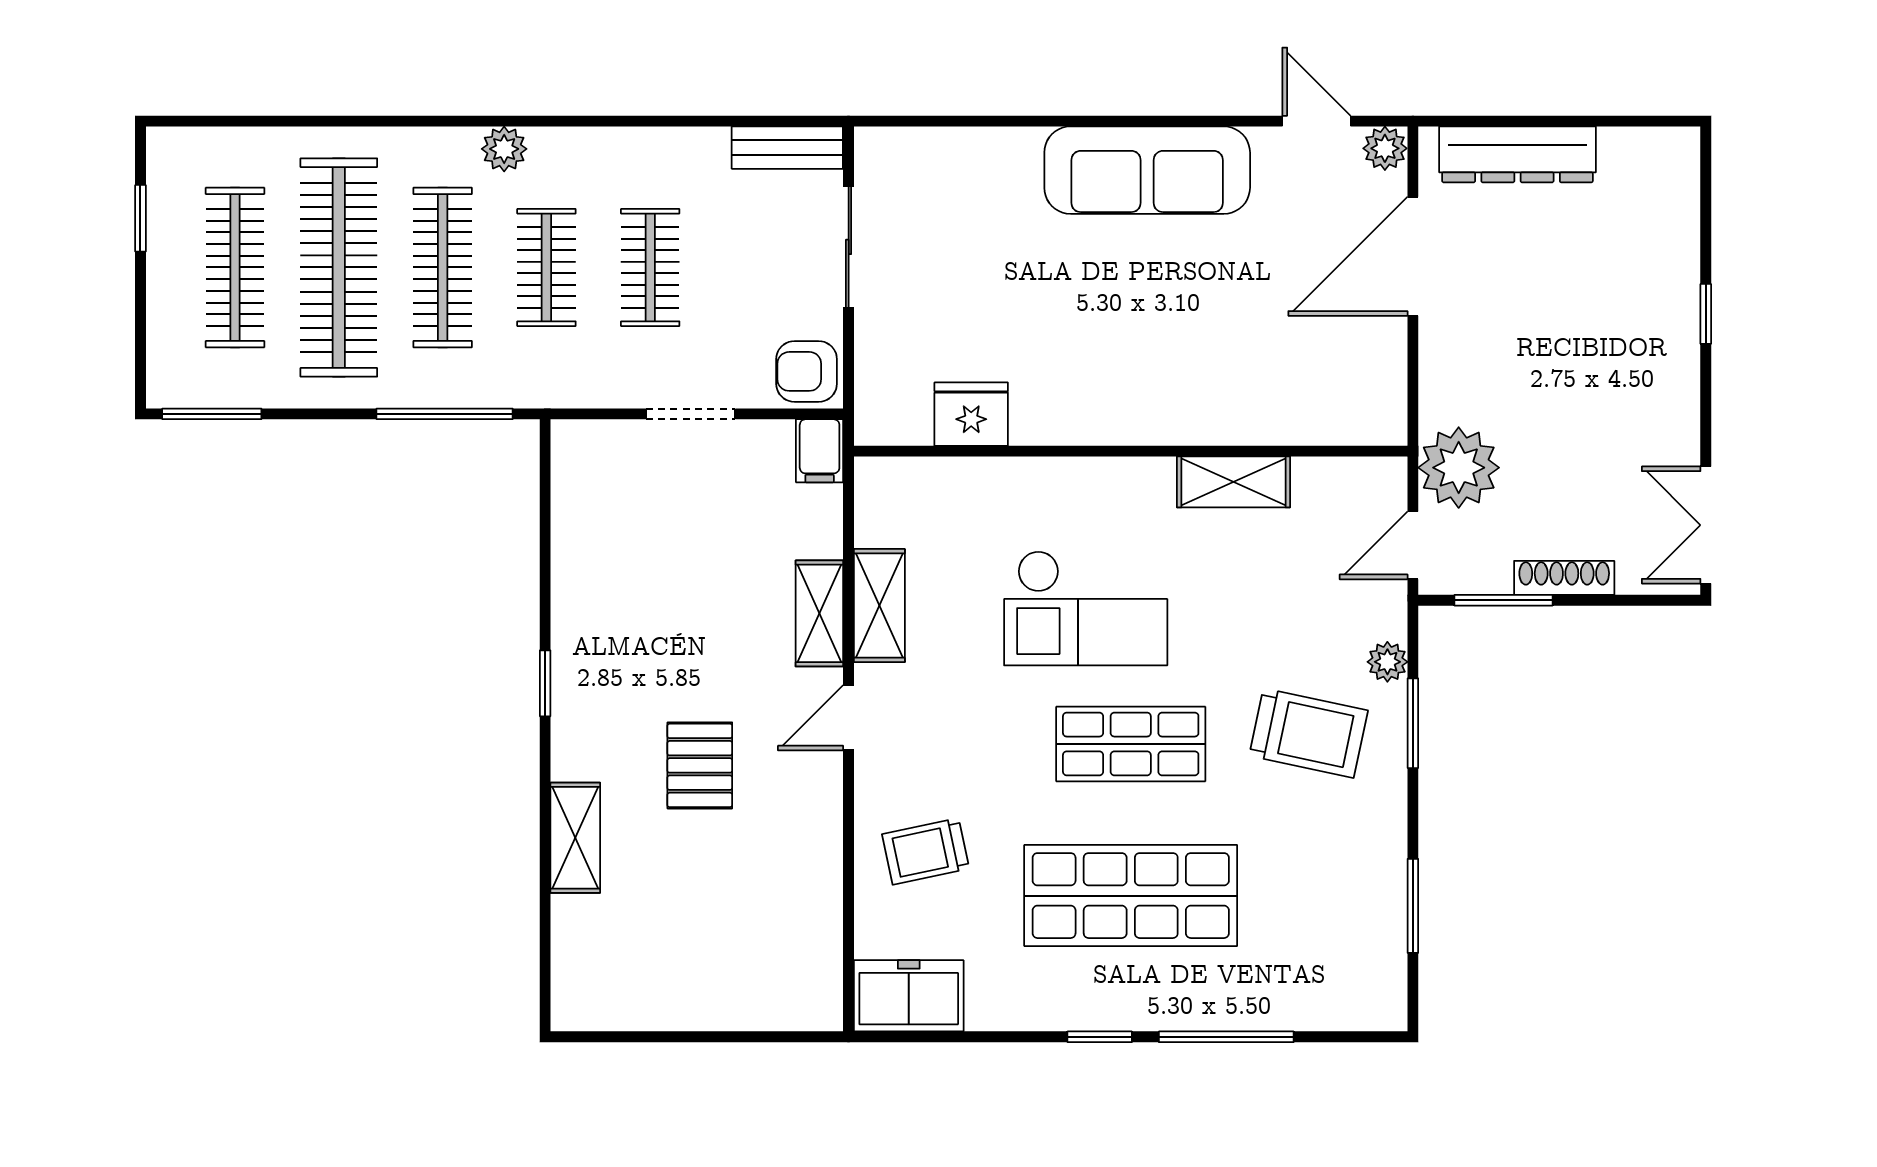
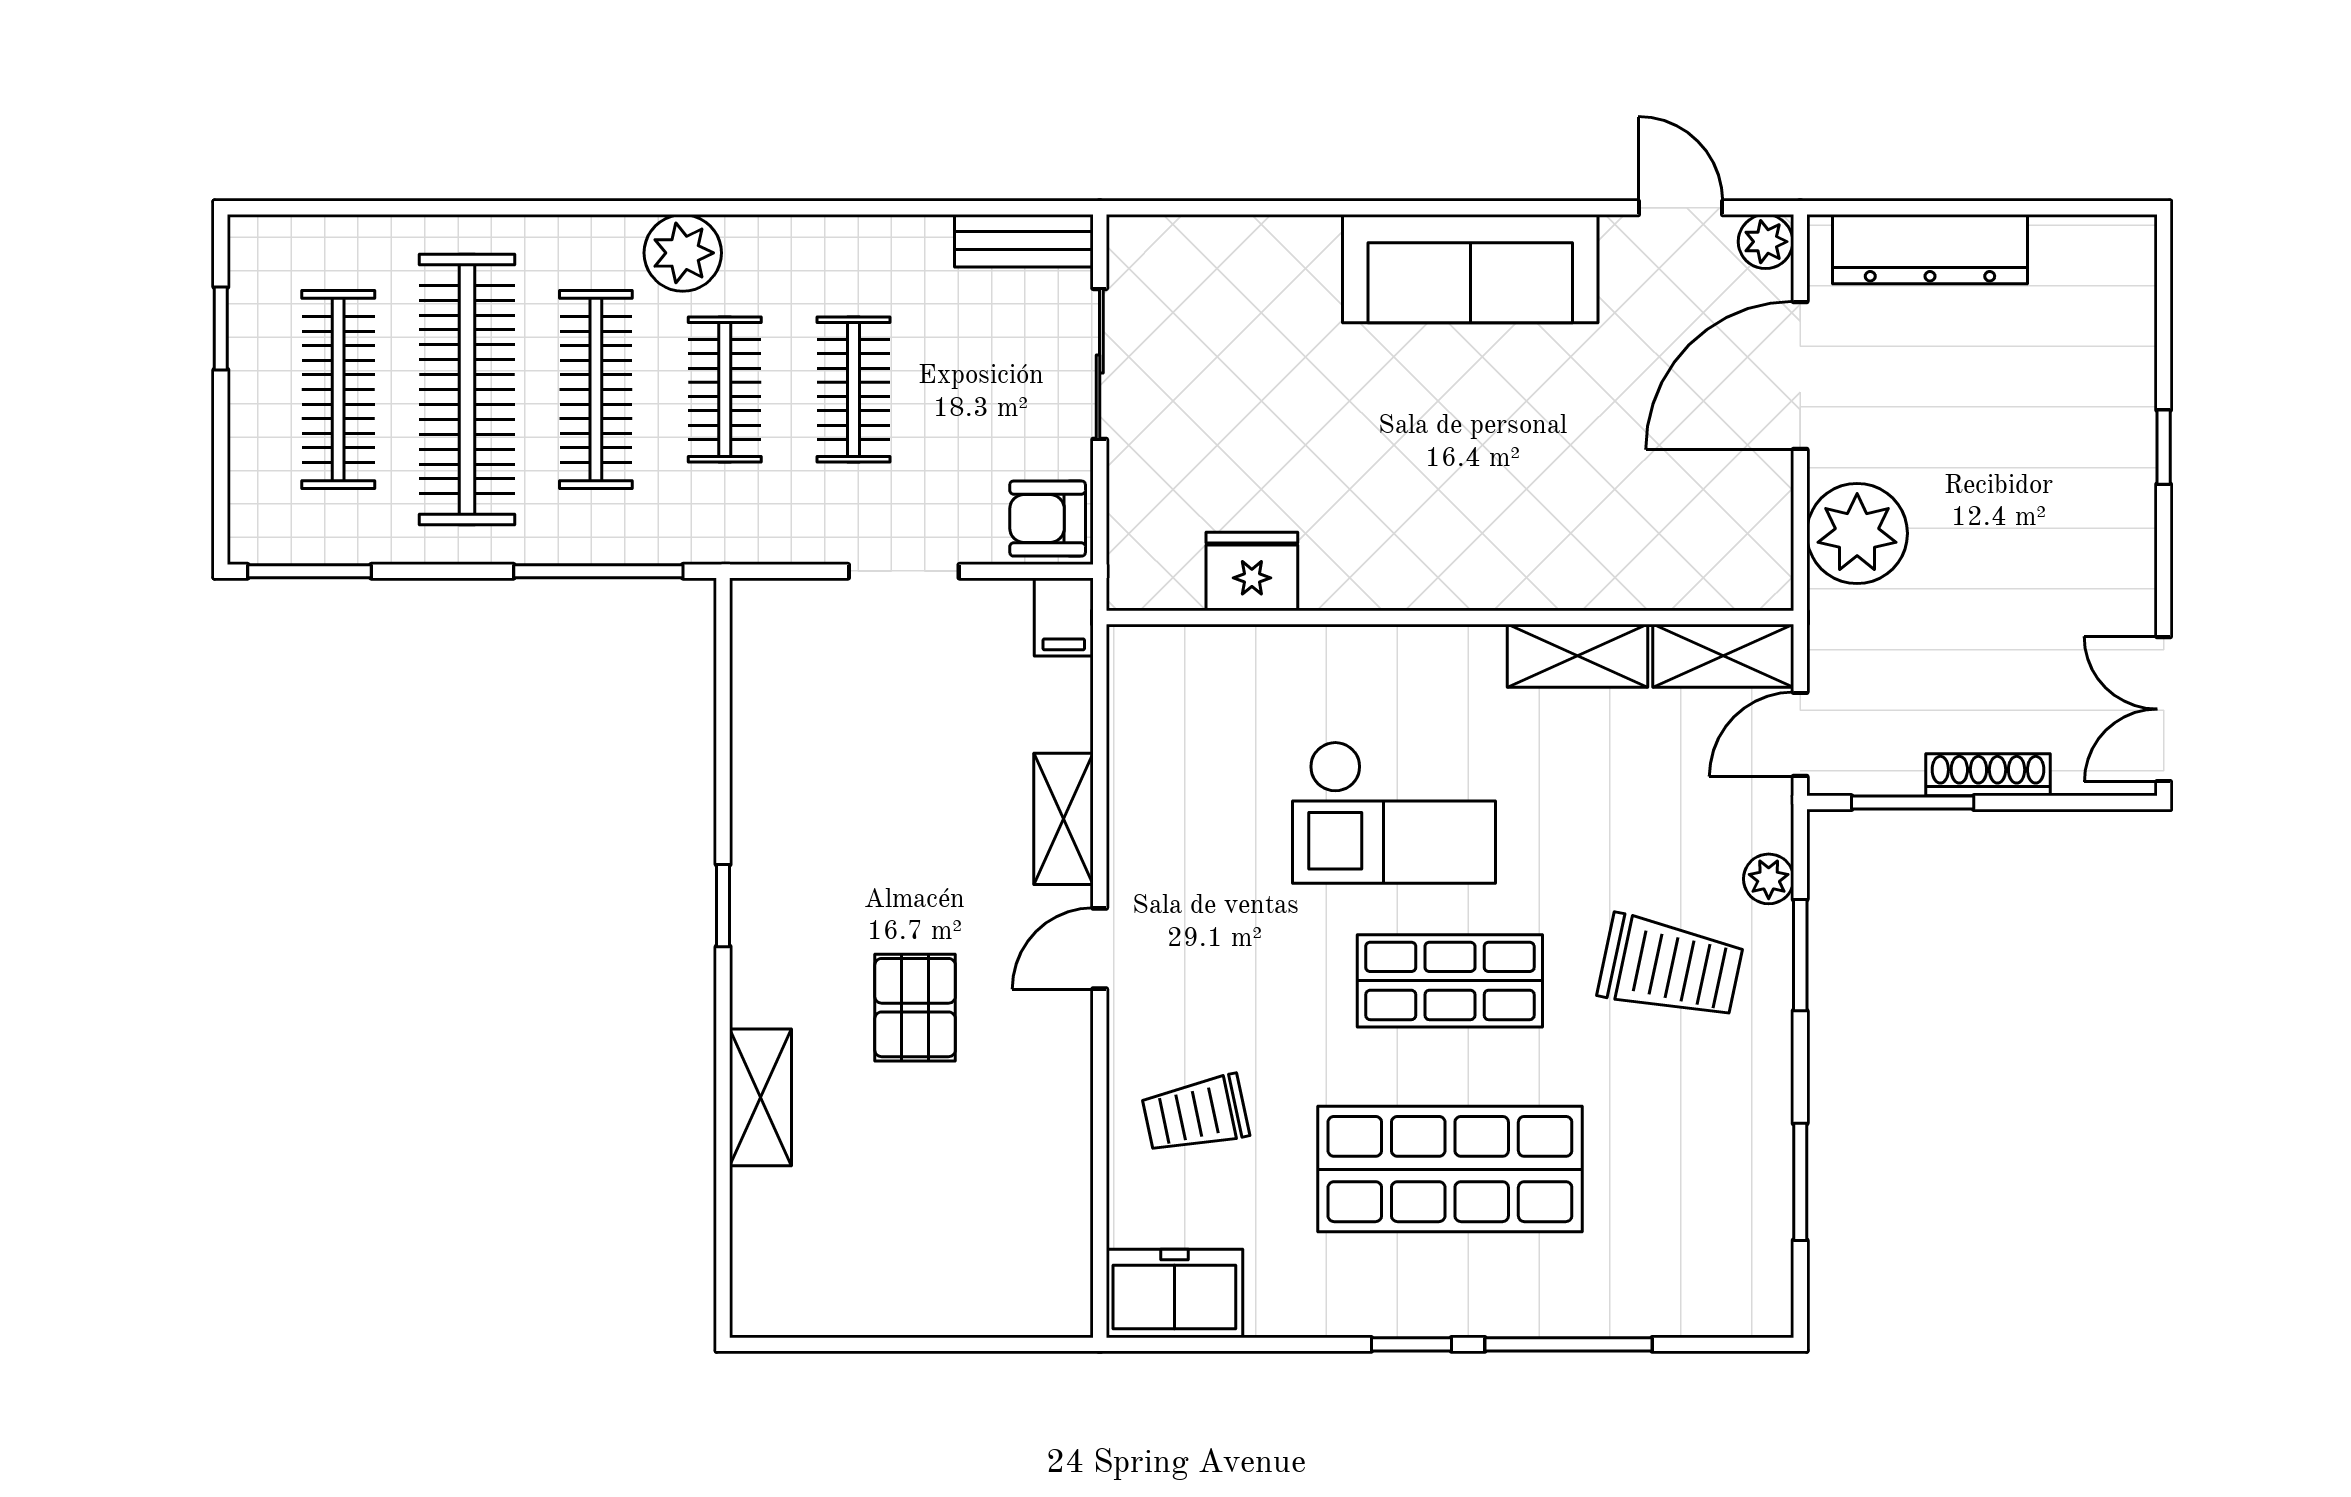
plant: (504, 149) -> (683, 253), width x1.38, depth x1.38
plant: (1459, 468) -> (1857, 533), moved
shelving: (879, 606) -> (1723, 656), moved, turned 90

